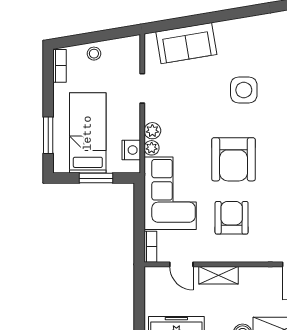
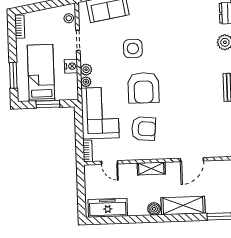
stool: (94, 54) -> (69, 18), moved
side table: (244, 90) -> (133, 48), moved
nightstand: (131, 150) -> (71, 66), moved
armchair: (232, 218) -> (144, 129), turned 95
shelving: (218, 275) -> (151, 169), moved

